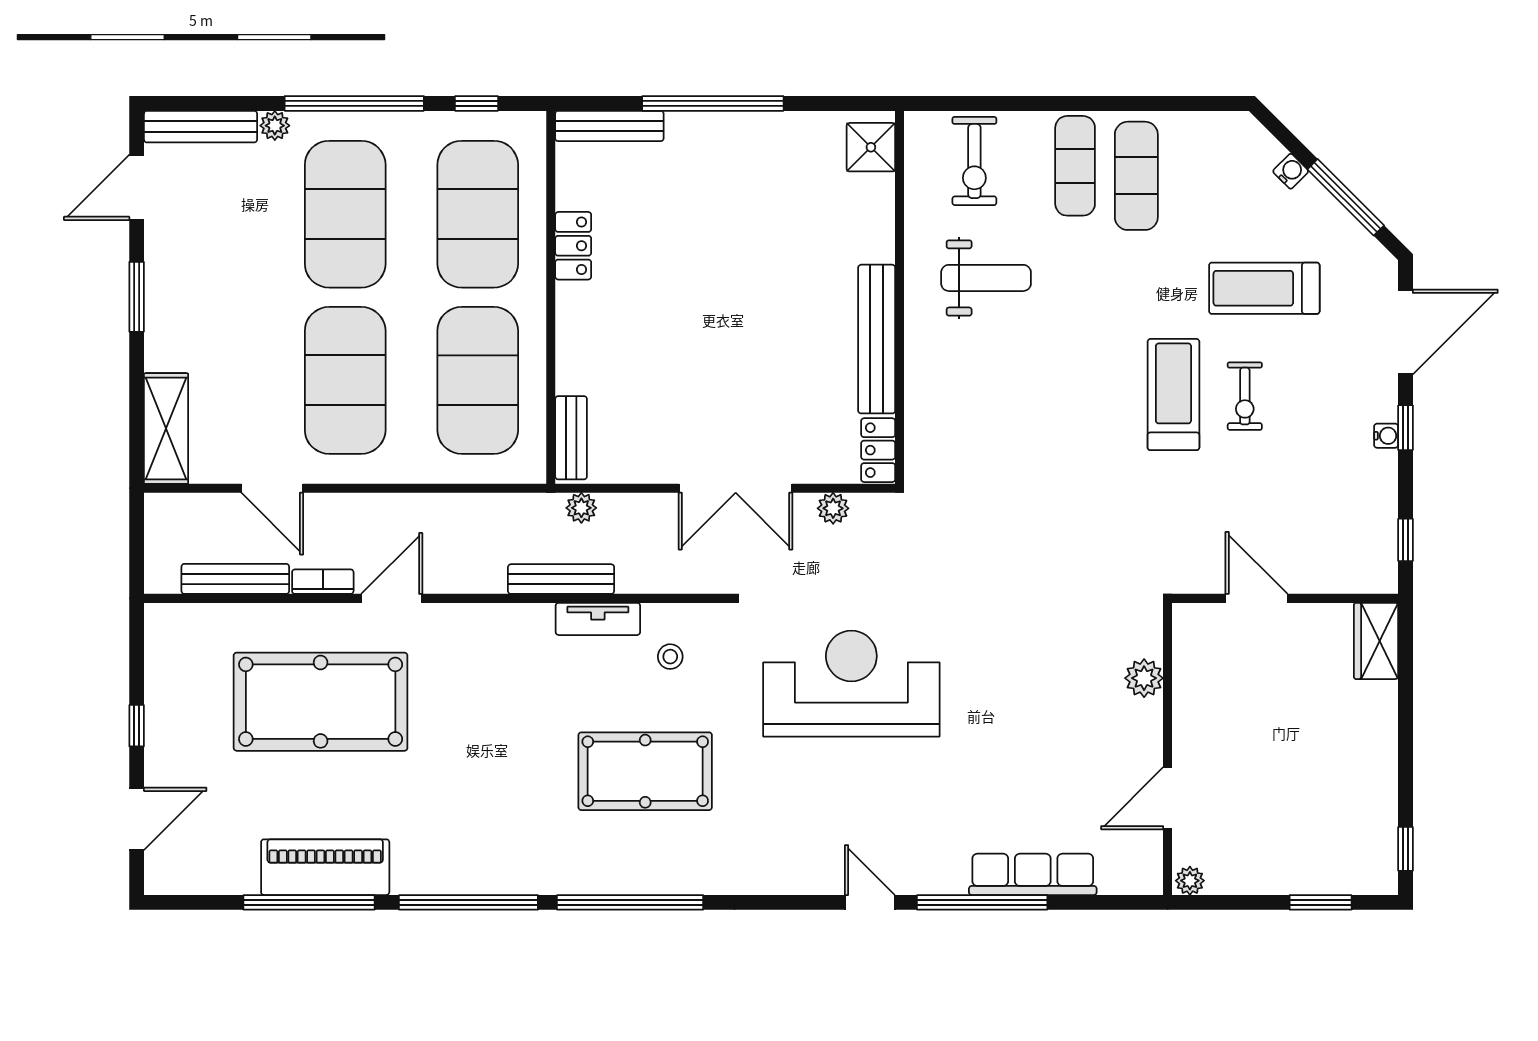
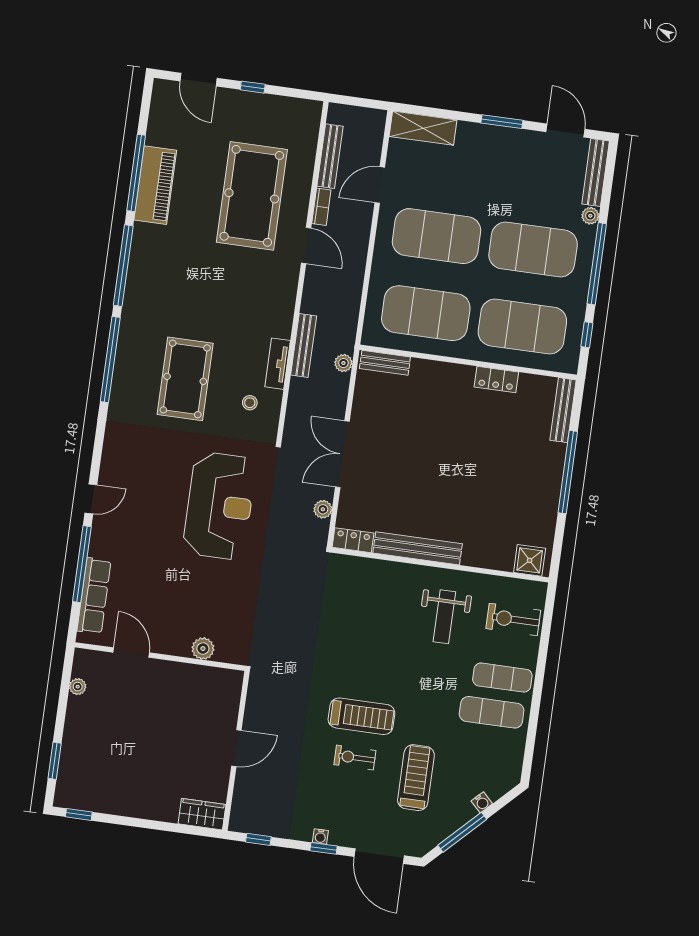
plant: (1144, 678) -> (203, 649), moved
wall: (1168, 749) -> (160, 657), moved
door: (1168, 798) -> (131, 653), moved

